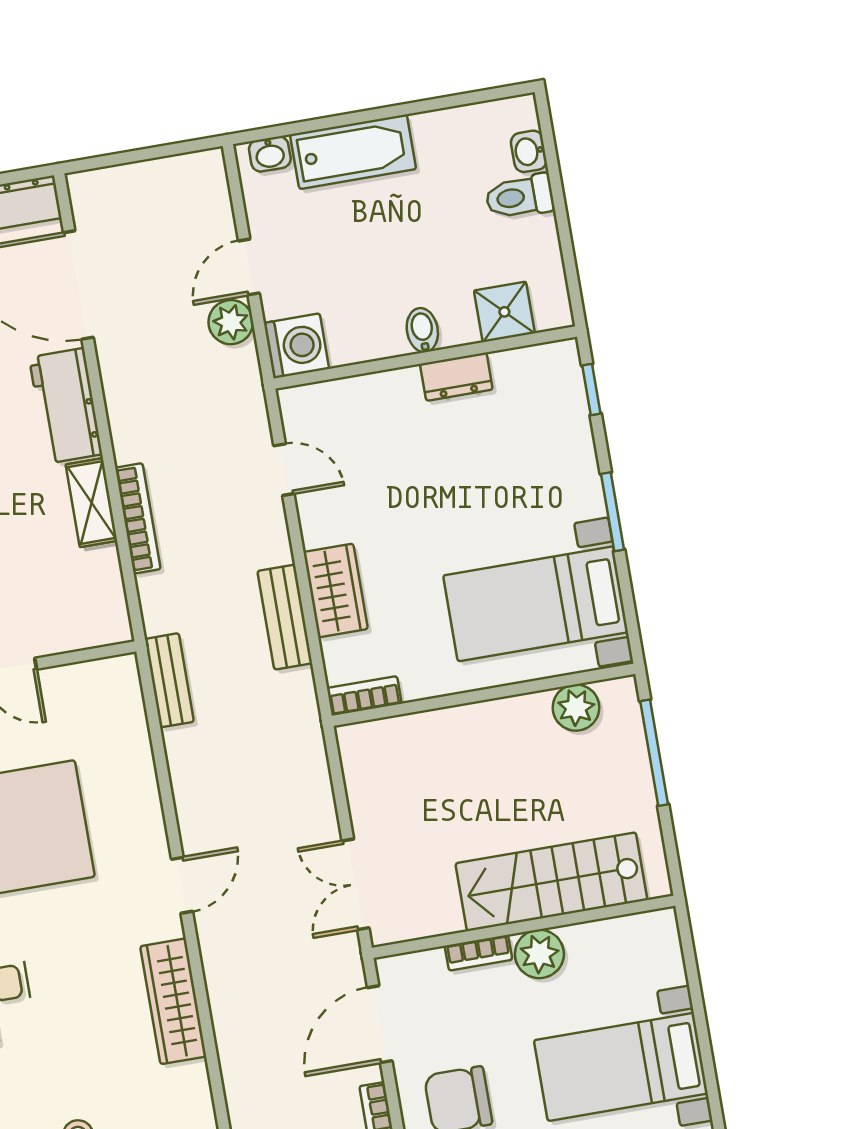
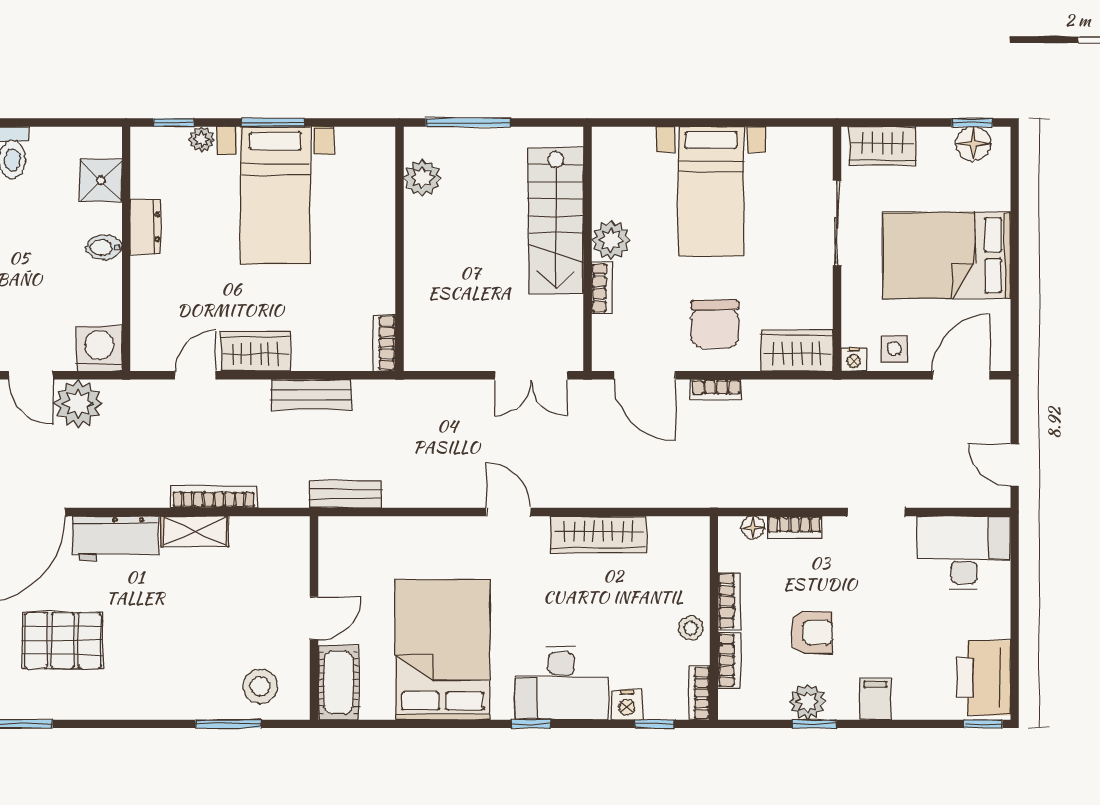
plant: (231, 322) -> (78, 404), width x1.36, depth x1.36
plant: (576, 427) -> (201, 139), added
wardrobe: (336, 590) -> (255, 351), moved
bed with nightstands: (536, 604) -> (275, 196), moved

